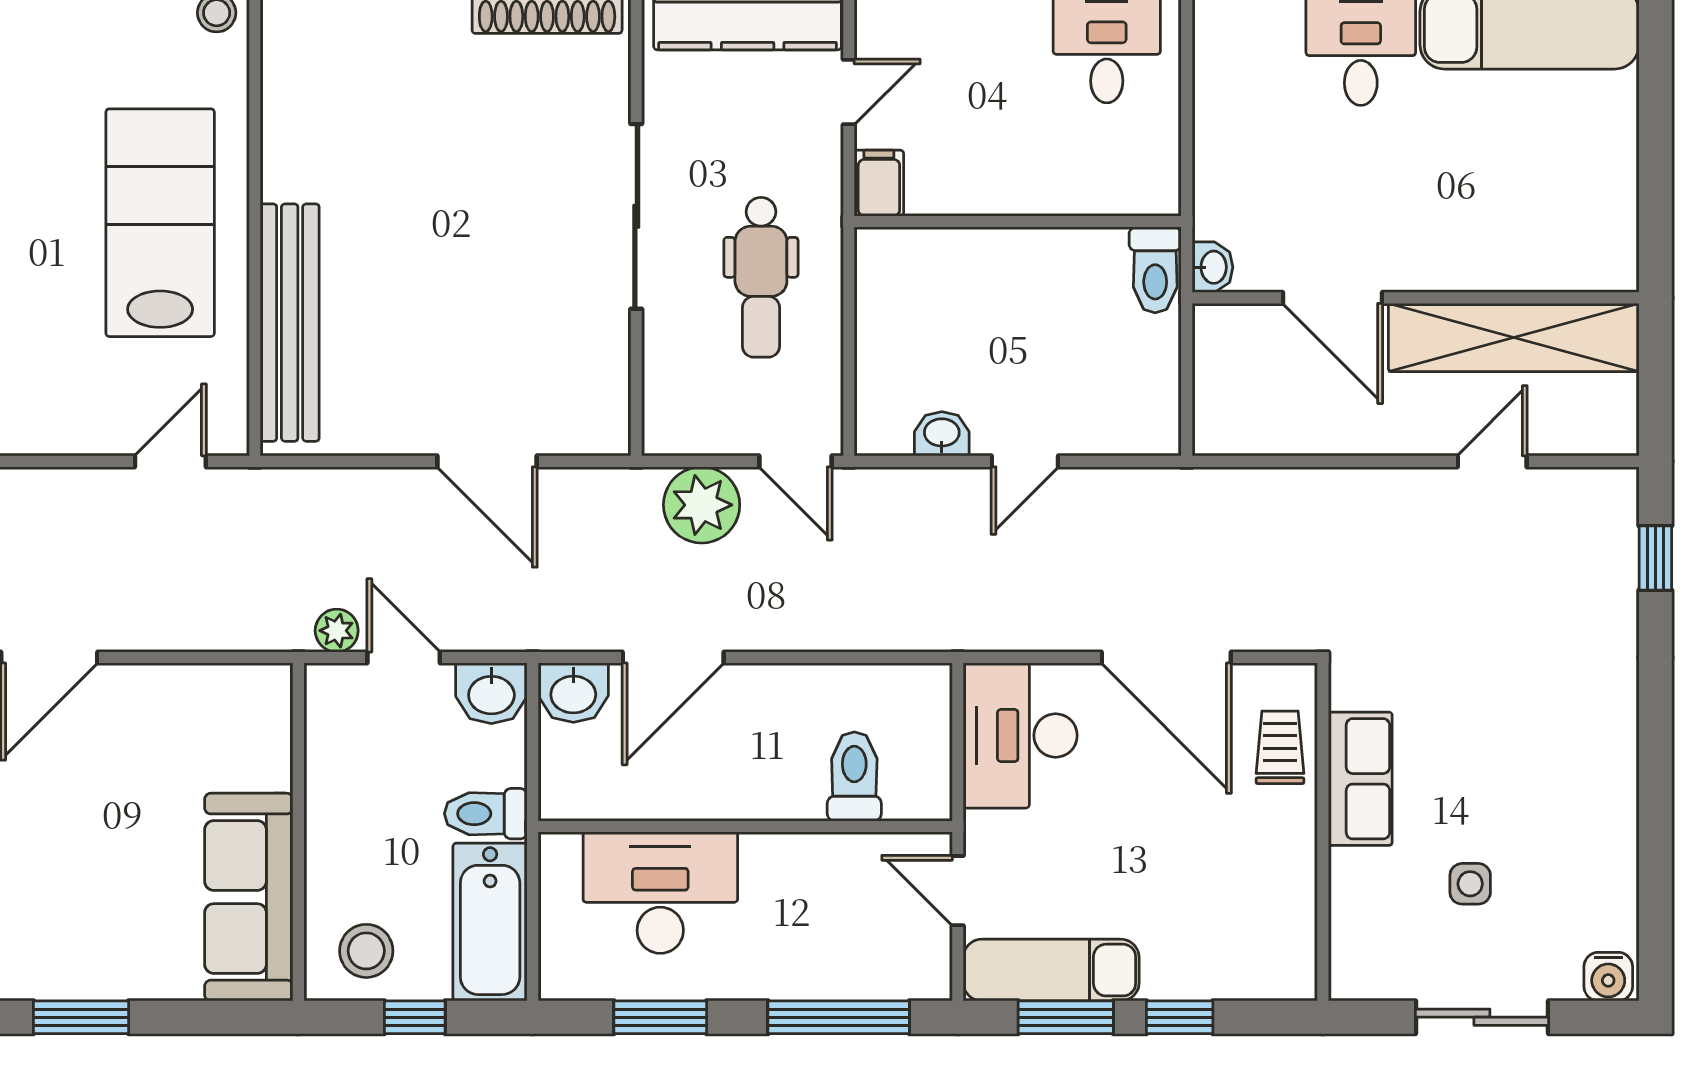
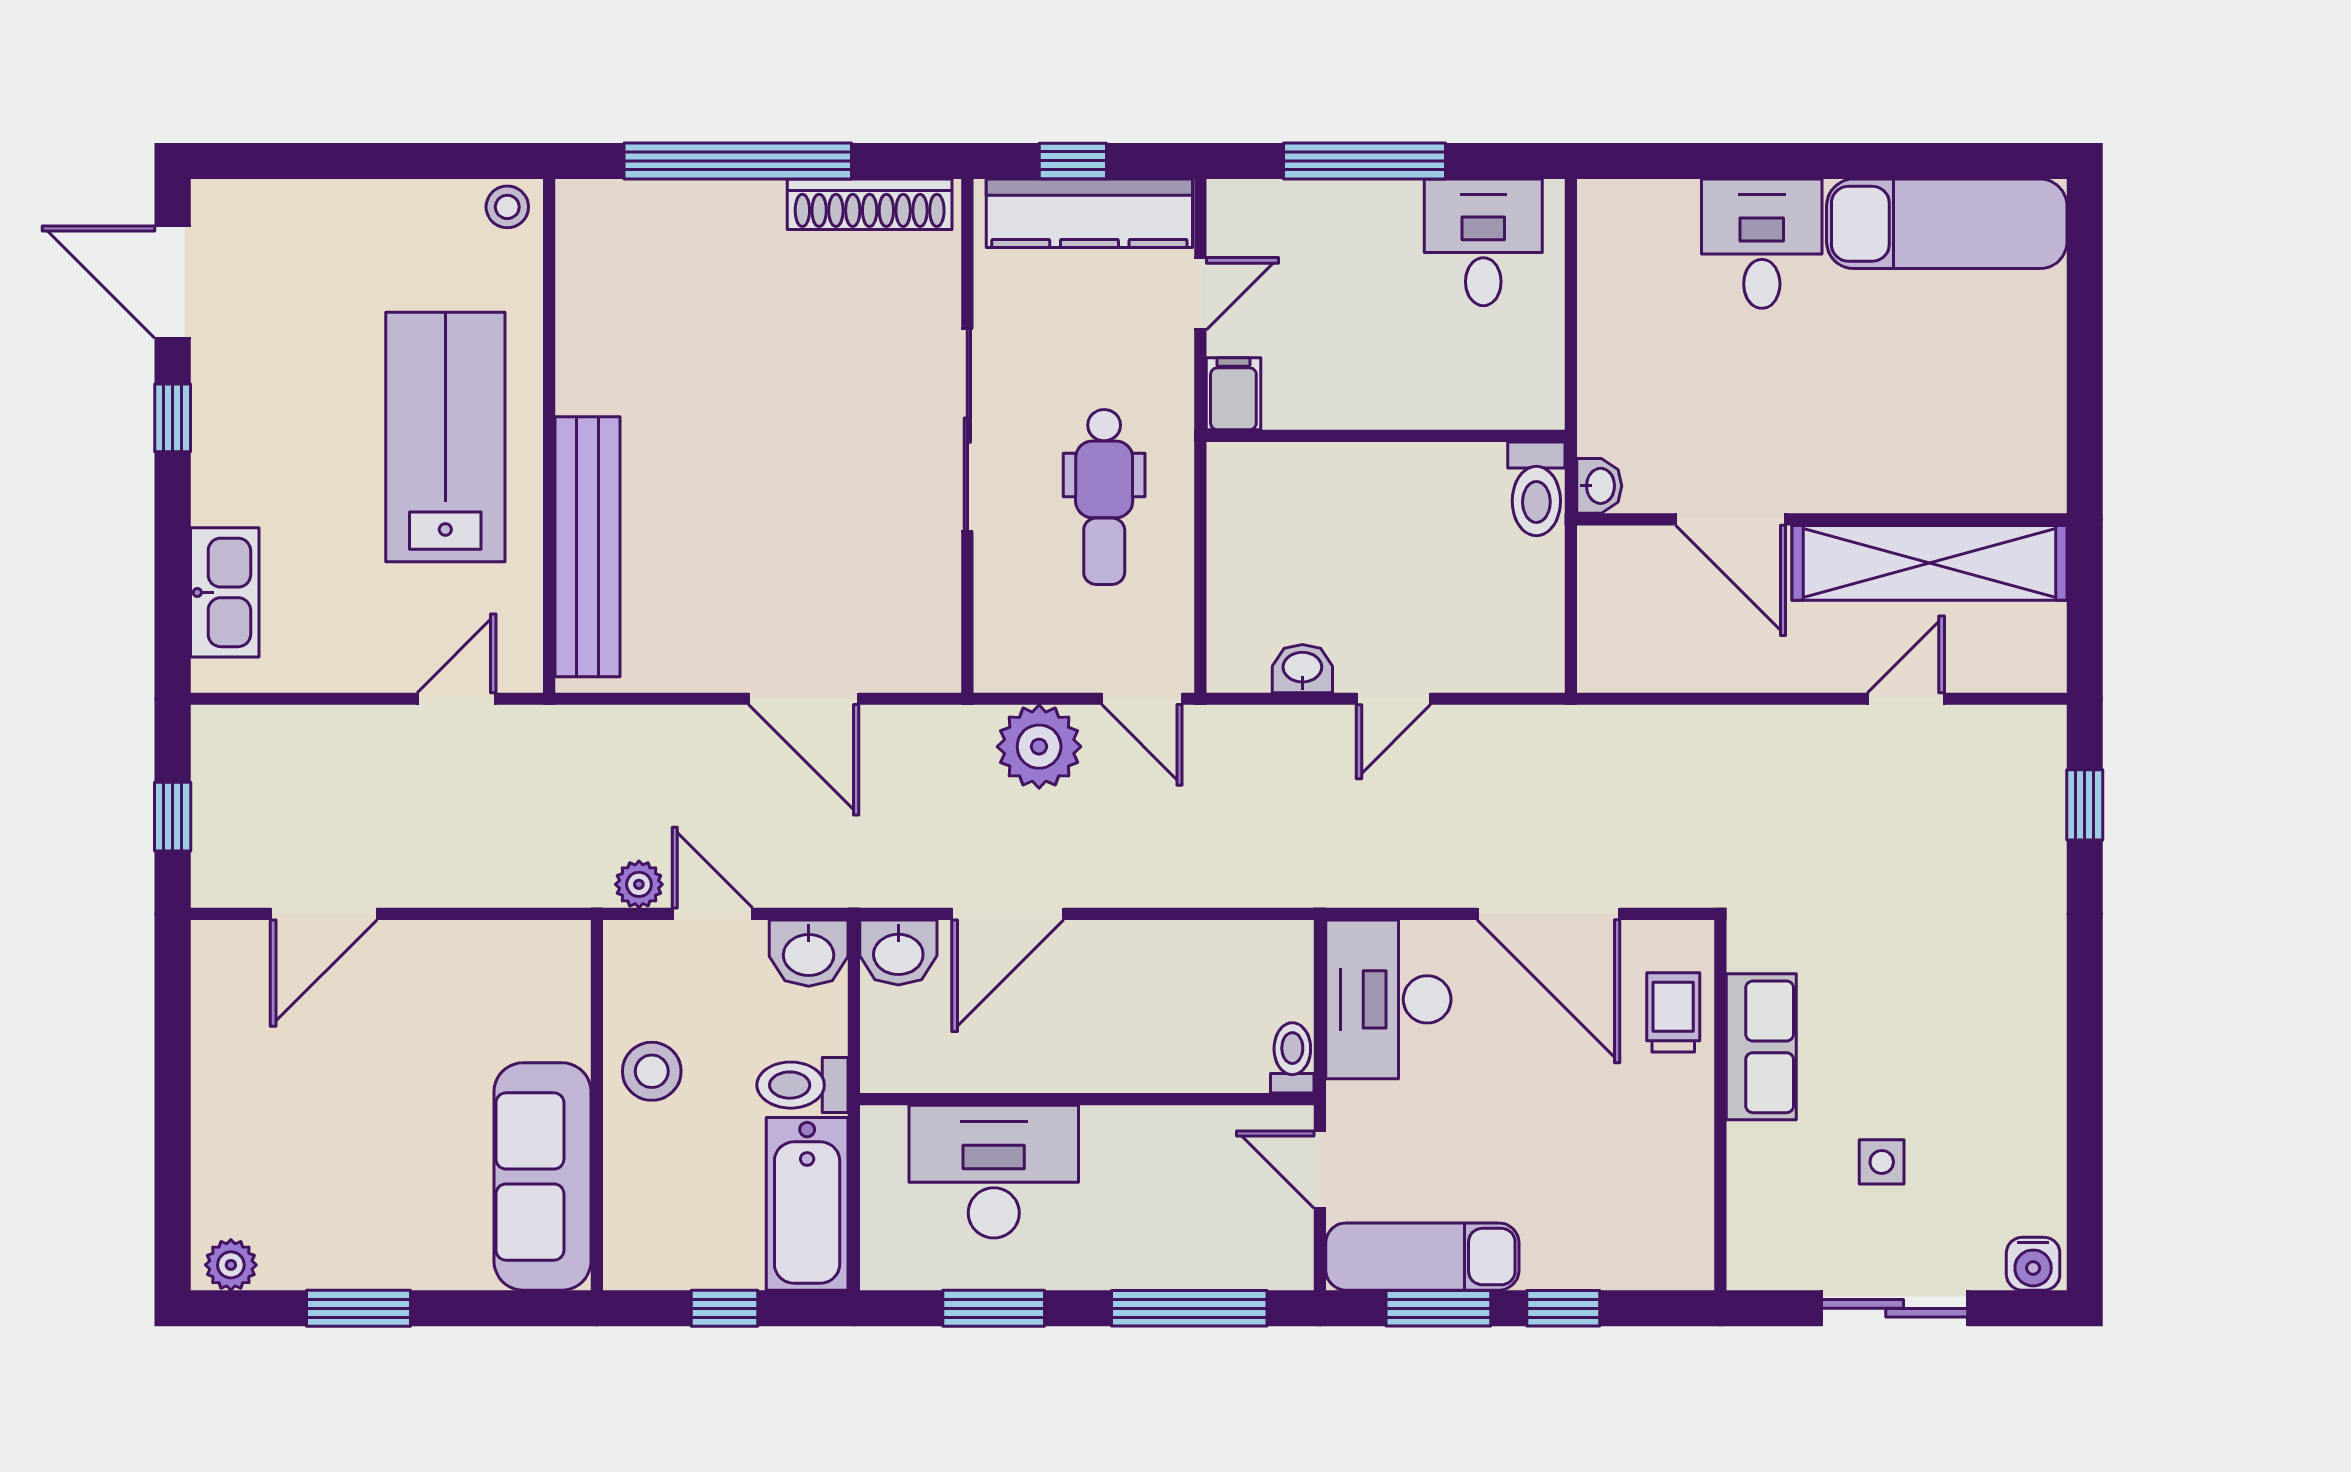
toilet: (854, 776) -> (1292, 1058), moved, width x0.73, depth x0.72
stool: (366, 951) -> (652, 1071), moved

